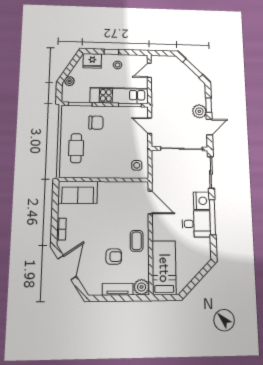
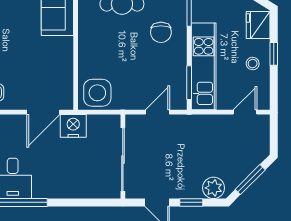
door: (149, 70) -> (245, 112), hinge flipped
plant: (199, 111) -> (214, 188), moved
side table: (137, 165) -> (97, 93), width x1.87, depth x1.87
sliding door: (211, 172) -> (88, 202), removed
nightstand: (202, 201) -> (73, 126), moved, turned 180

